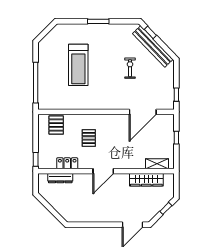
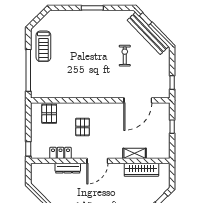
treadmill: (78, 65) -> (43, 46), moved, width x0.73, depth x0.73
shelving: (157, 164) -> (135, 153), moved
dresser: (60, 178) -> (68, 168), moved

